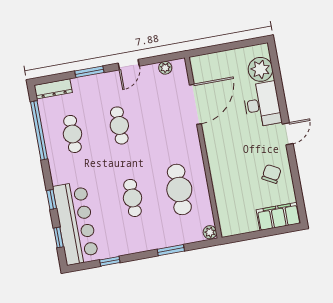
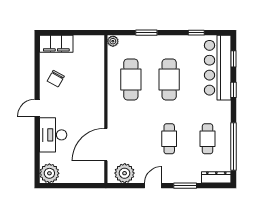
plant: (165, 68) -> (125, 173), width x1.87, depth x1.87
plant: (260, 69) -> (49, 173), moved
cafe table: (132, 198) -> (169, 79), width x1.37, depth x1.35

